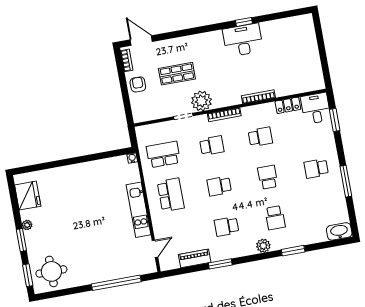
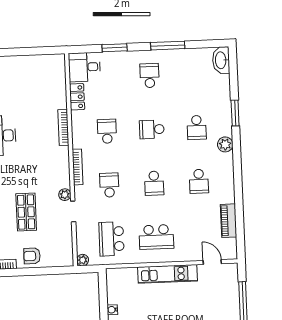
plant: (201, 101) -> (65, 195), width x0.53, depth x0.53
window: (335, 120) -> (115, 48), moved
plant: (141, 131) -> (83, 260), added
water cooler: (132, 158) -> (112, 310), moved
school desk: (316, 168) -> (150, 76), turned 180
school desk: (171, 195) -> (156, 237), turned 180
school desk: (275, 218) -> (197, 127), turned 90
window: (220, 264) -> (238, 194), removed

